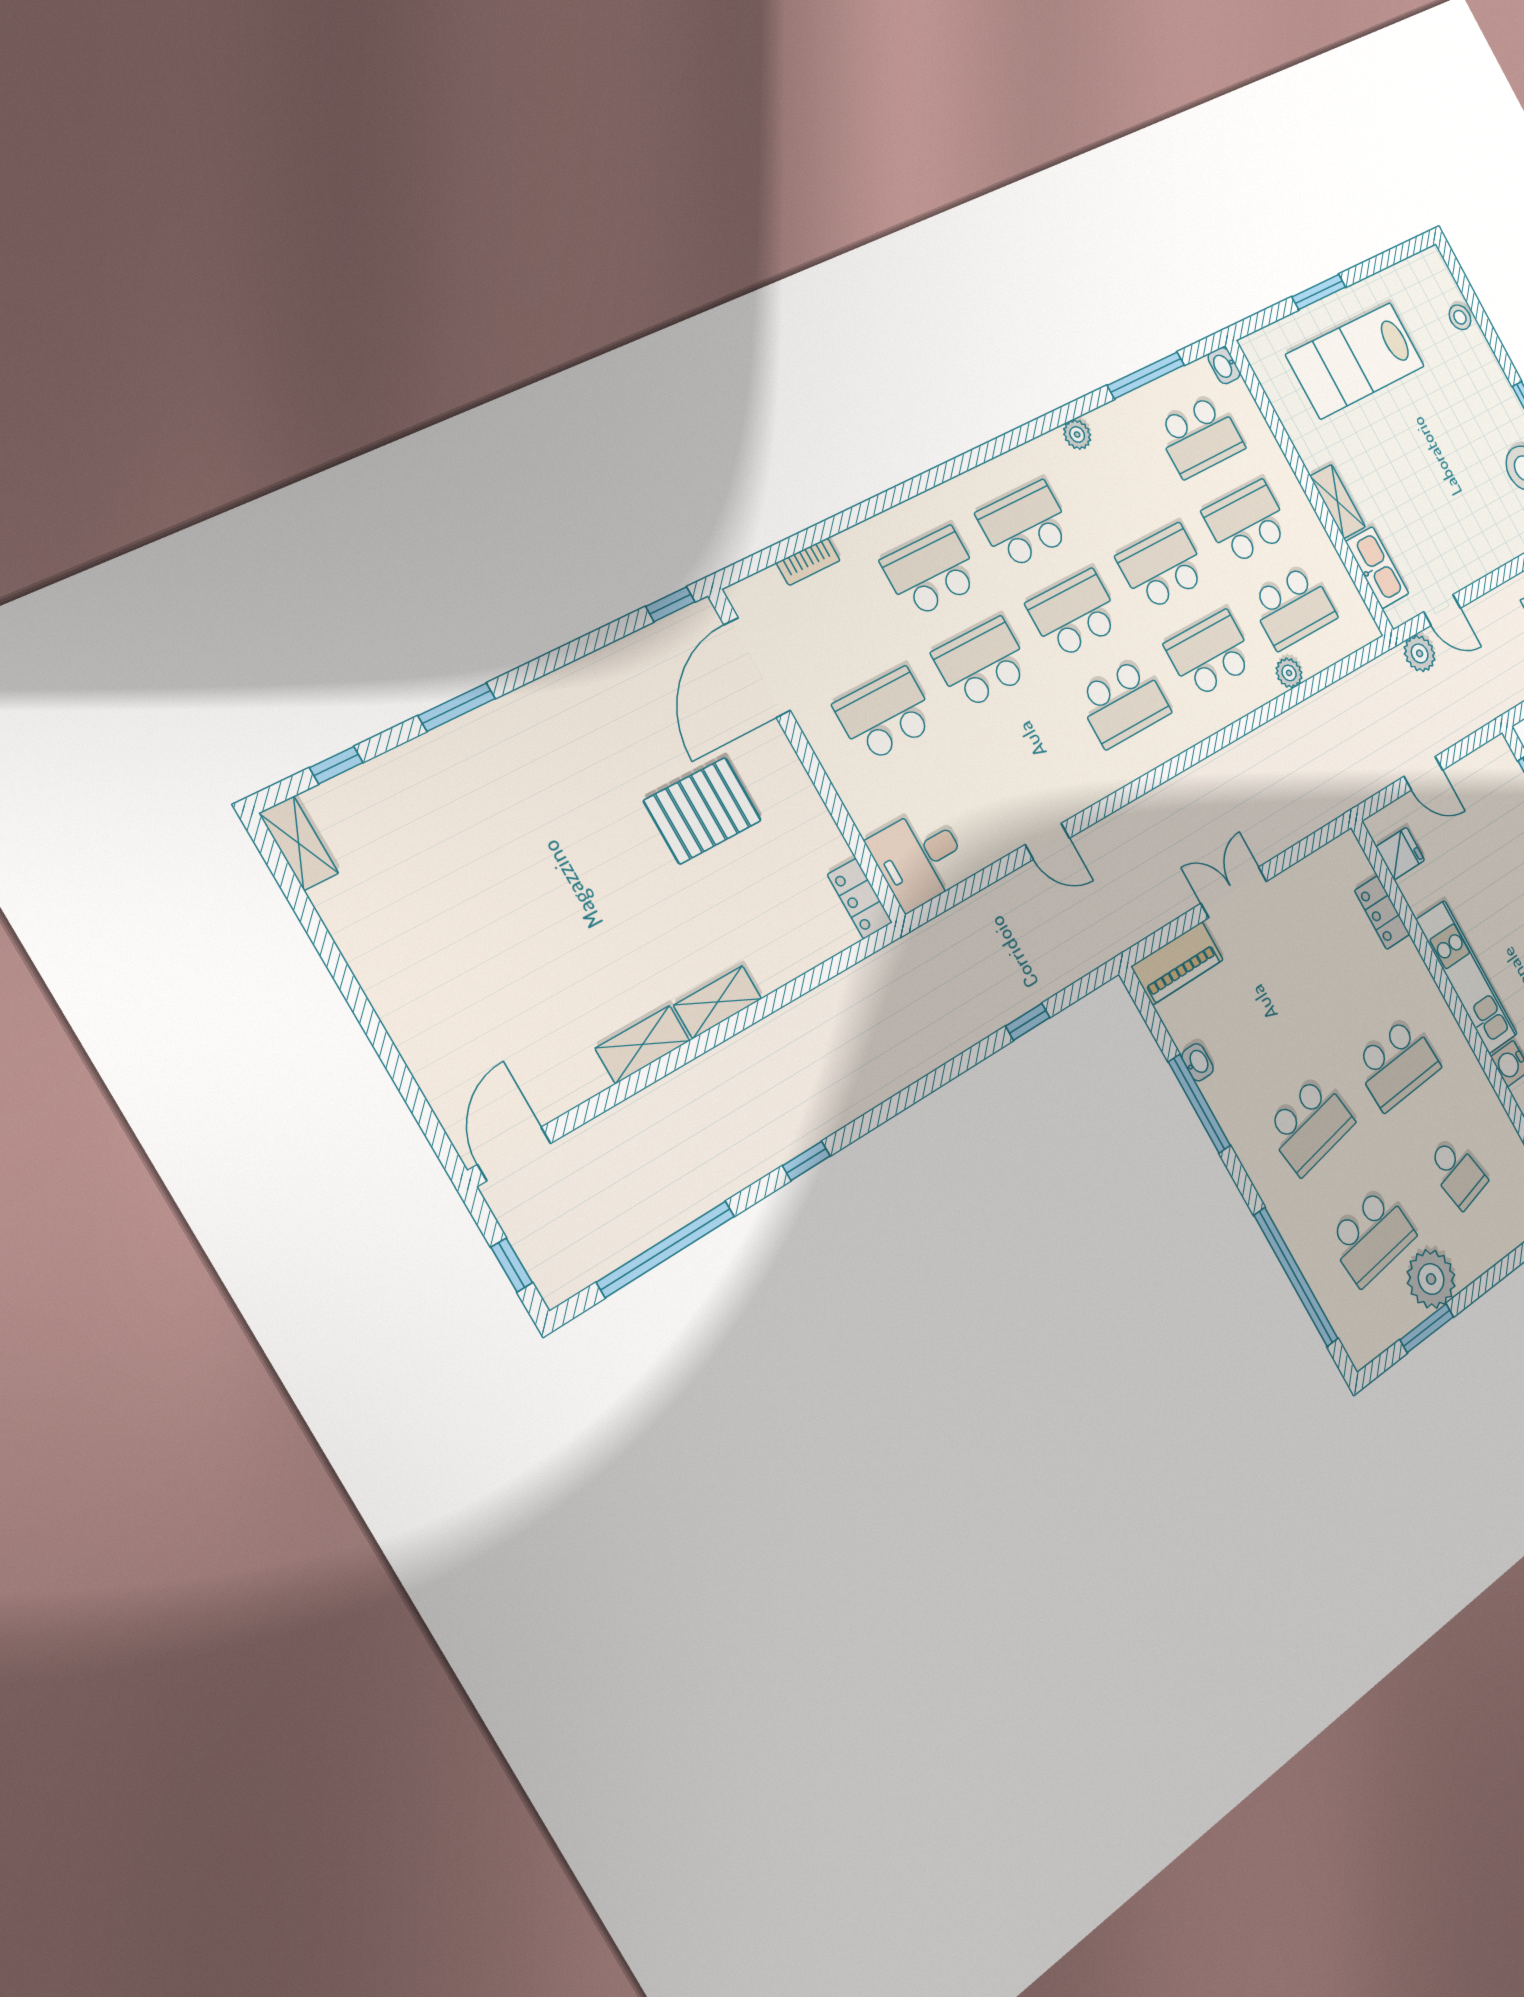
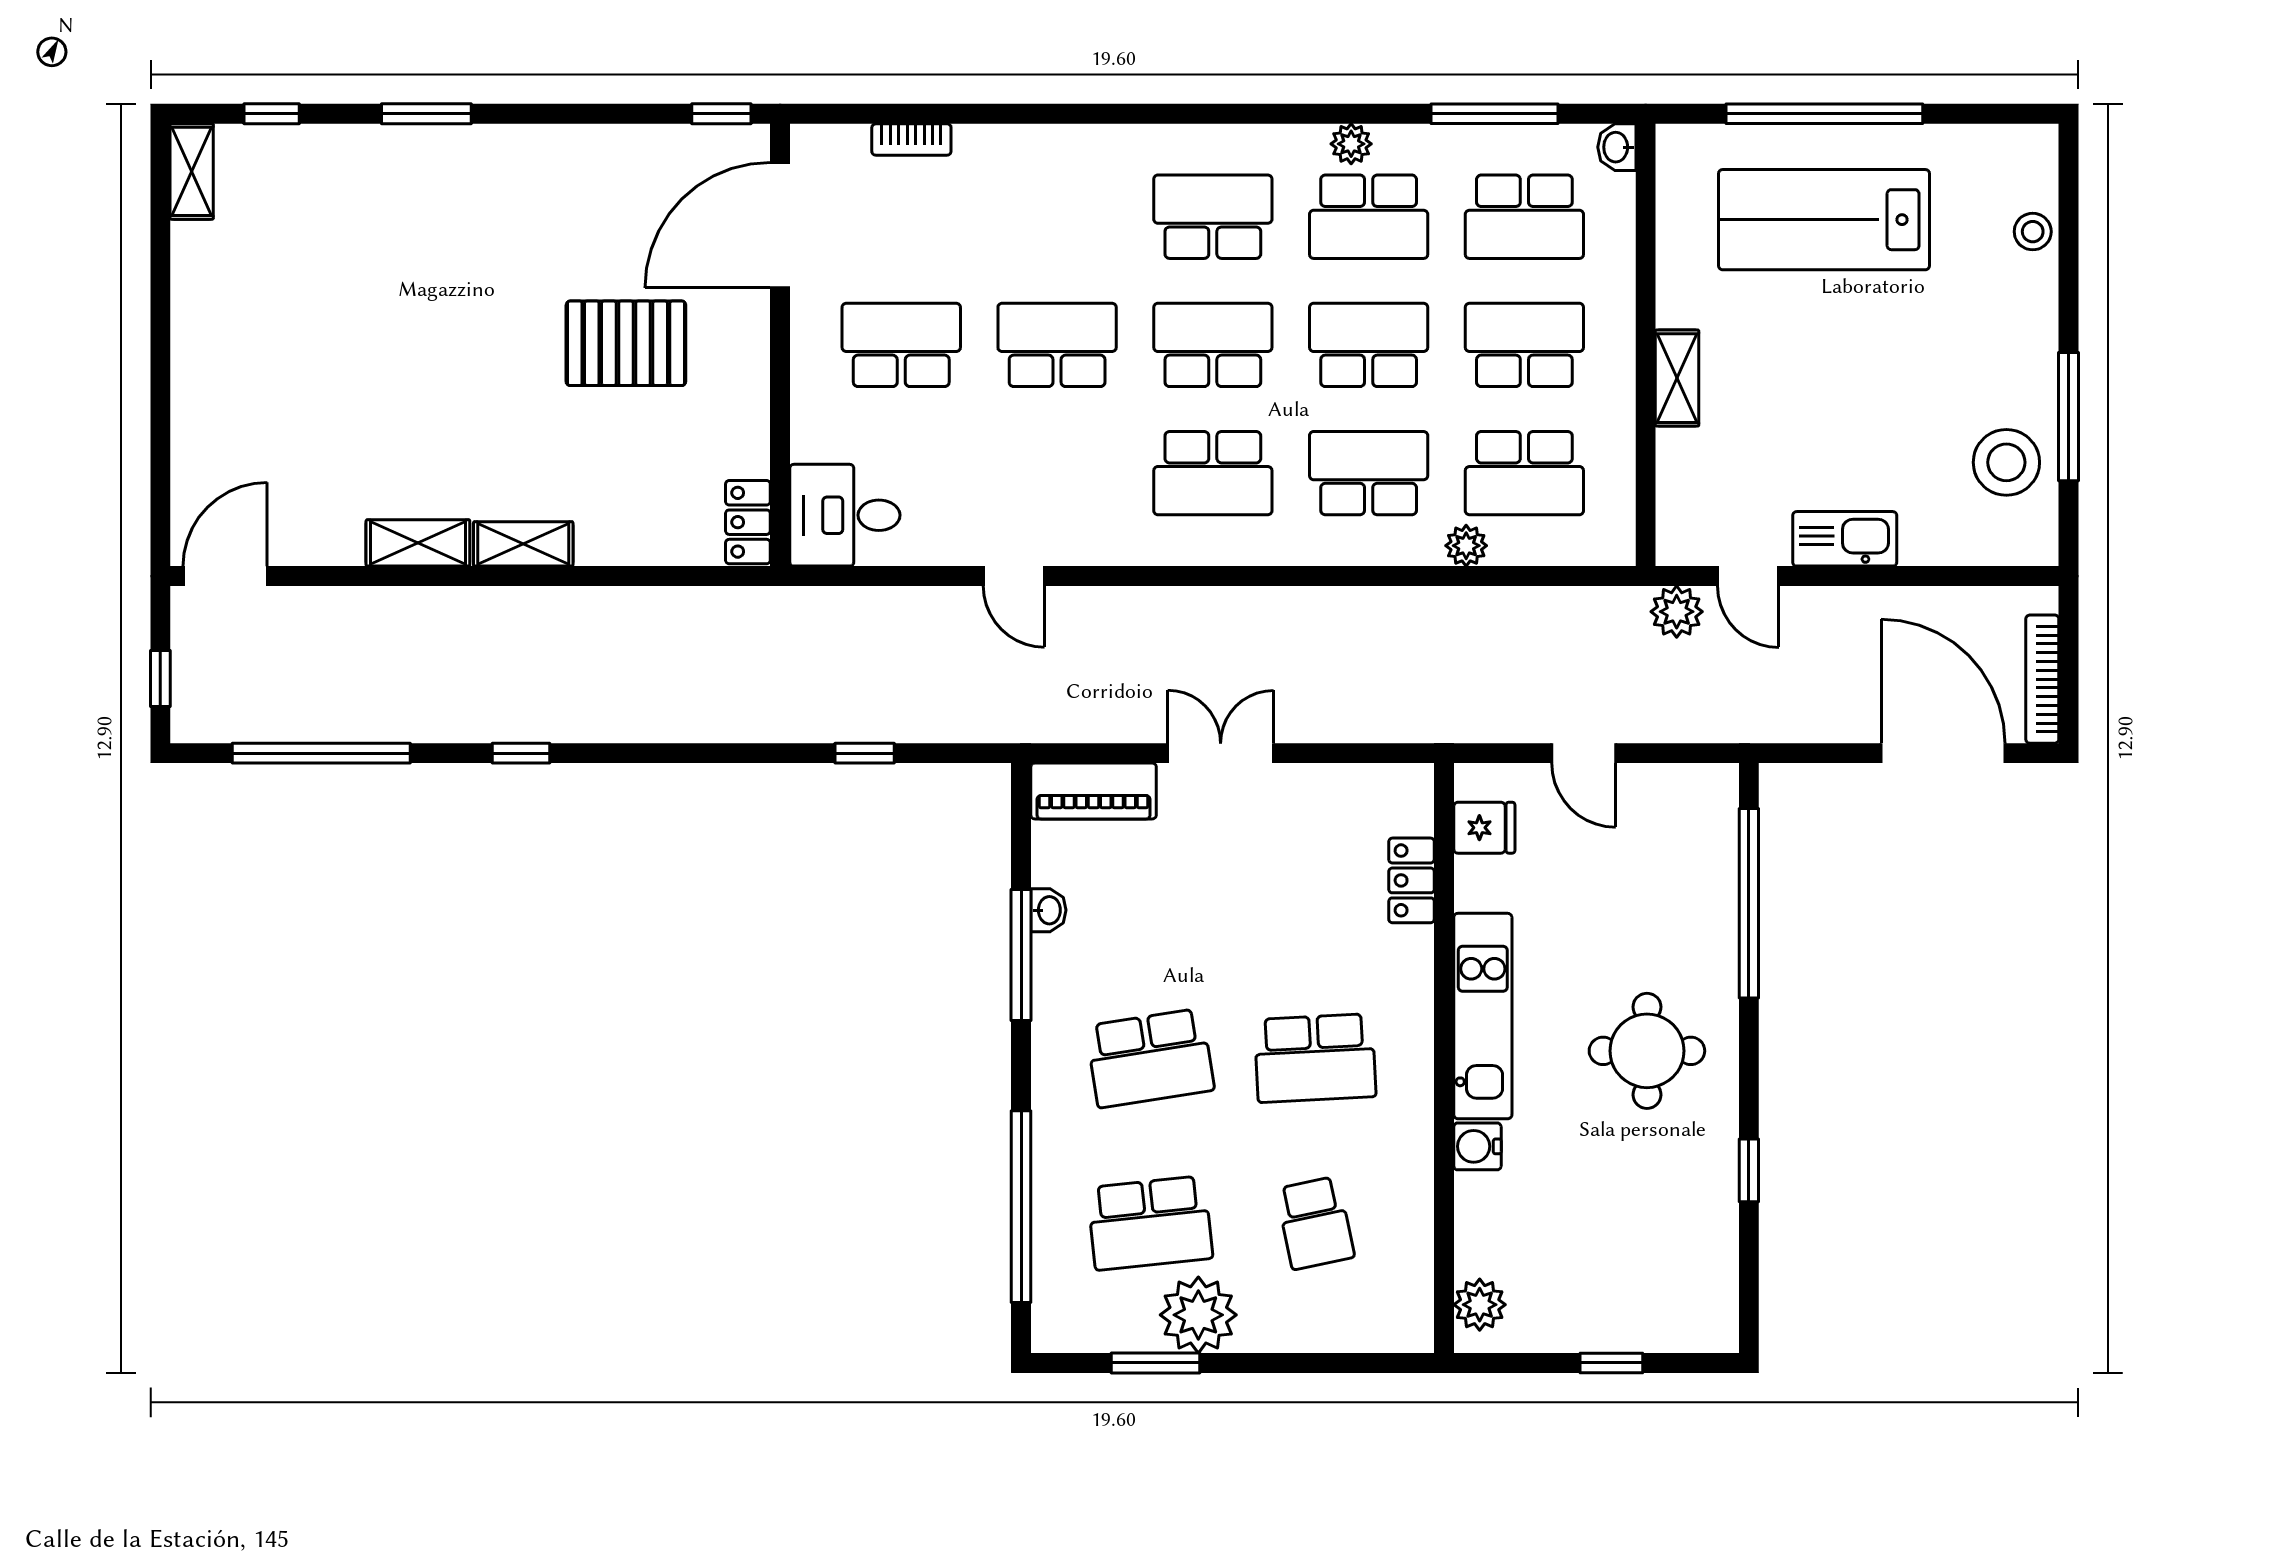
window: (1319, 292) -> (1824, 114), width x2.11
kitchen sink: (1377, 568) -> (1845, 539), moved, turned -90
school desk: (931, 572) -> (1369, 217), moved, turned 180

